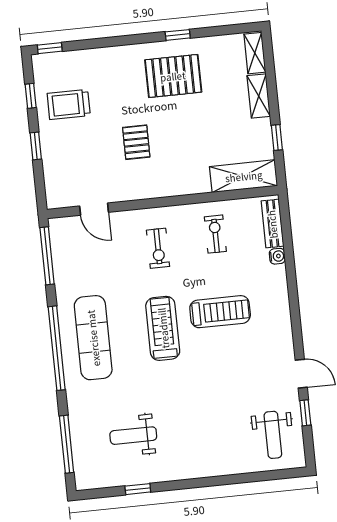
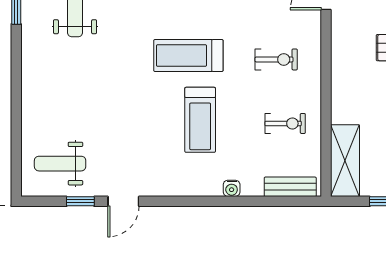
exercise bike: (158, 248) -> (276, 59), turned 180
water cooler: (277, 256) -> (232, 188), moved
treadmill: (163, 328) -> (188, 56), turned 180

